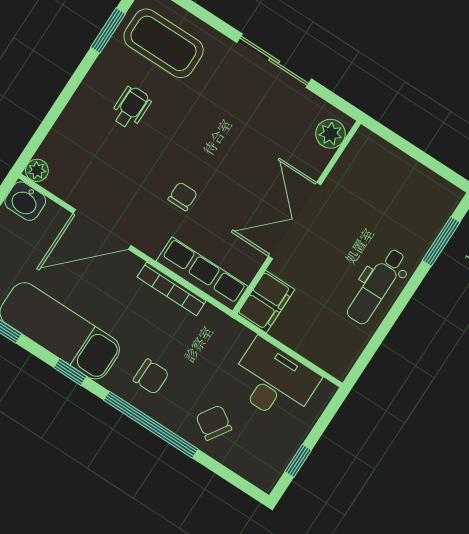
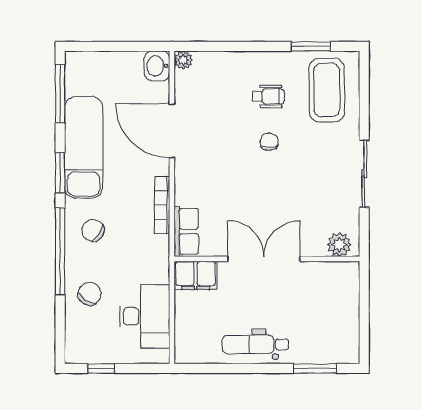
chair: (183, 196) -> (269, 142), moved, turned -90
row of seats: (202, 274) -> (186, 231), width x0.68
window: (70, 372) -> (60, 173), width x1.50
chair: (151, 377) -> (93, 230), turned 125

